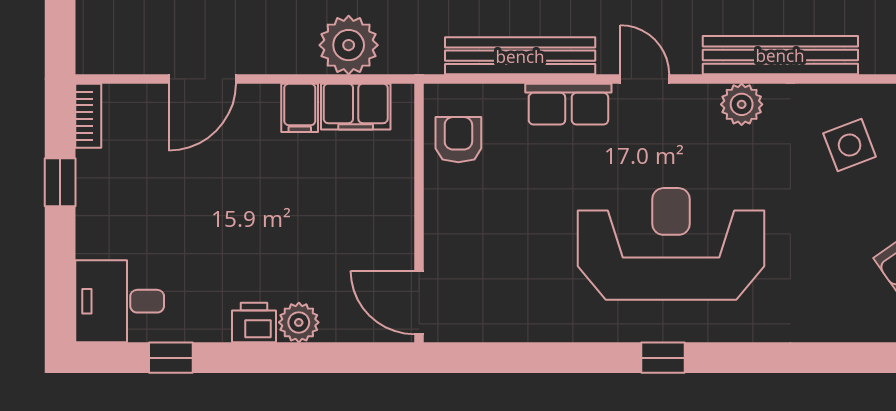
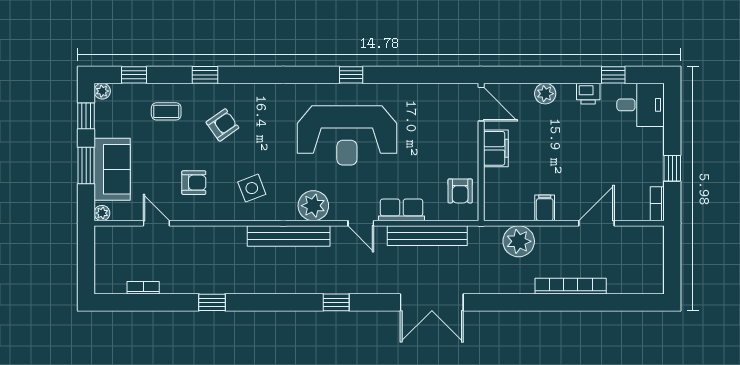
plant: (742, 104) -> (313, 206), width x1.36, depth x1.36
filing cabinet: (356, 107) -> (496, 148), moved, turned 90
printer: (254, 322) -> (588, 94), moved

